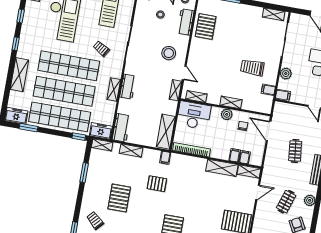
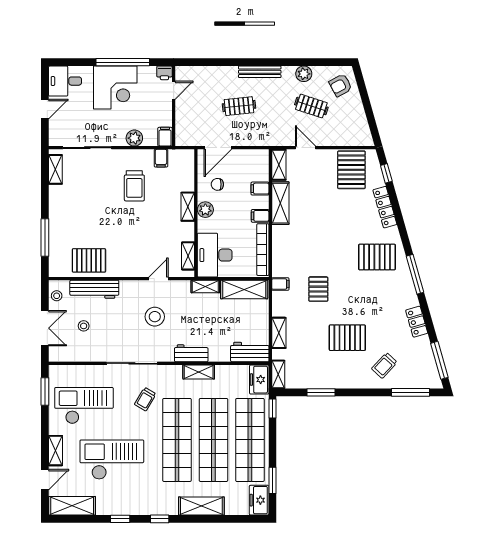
workbench: (186, 22) -> (94, 289), width x1.38
stool: (169, 53) -> (155, 317), moved
shelving: (175, 90) -> (205, 286), moved
filing cabinet: (245, 157) -> (260, 216), moved

